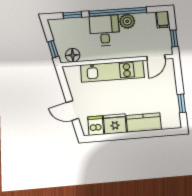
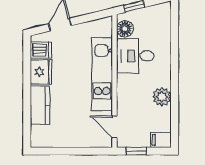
window: (118, 12) -> (175, 87), removed
window: (72, 15) -> (175, 31), removed
desk: (105, 30) -> (135, 56), moved, turned 180
window: (182, 103) -> (58, 151), removed

